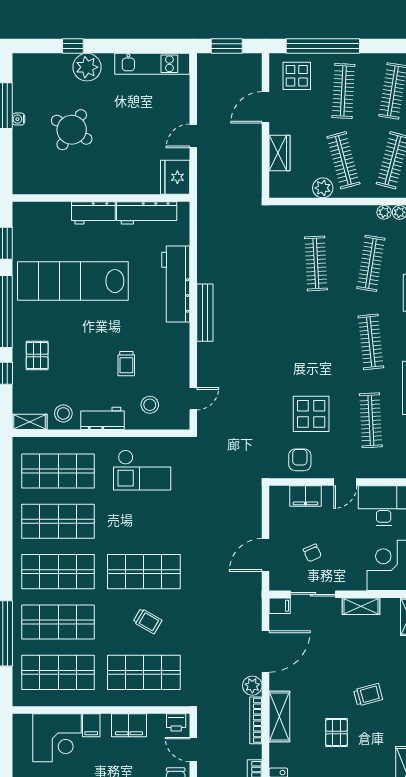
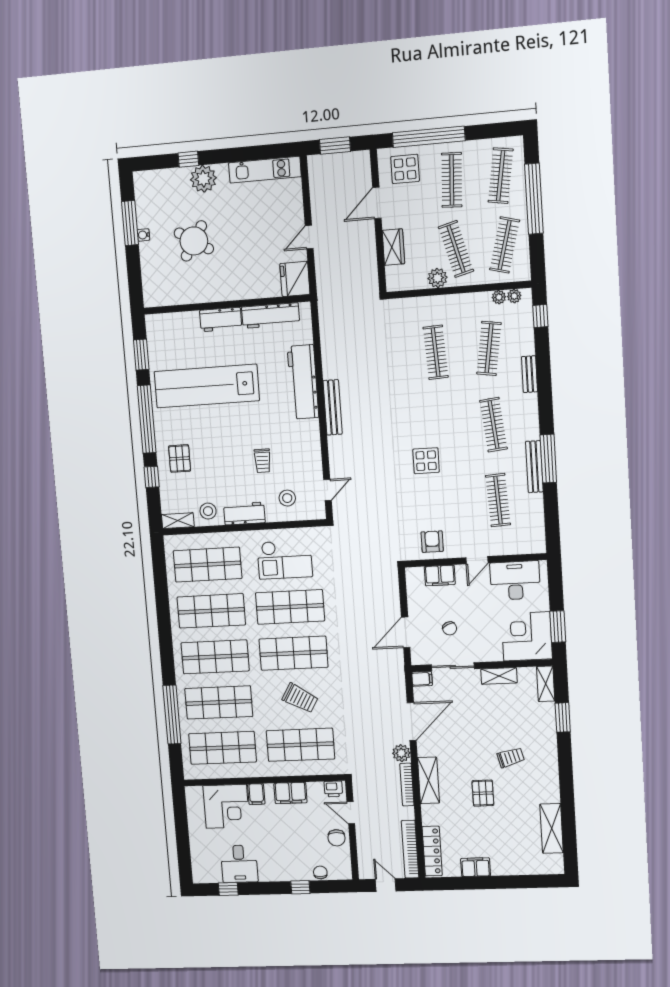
display table: (311, 414) -> (426, 461), moved, width x0.73, depth x0.73
shop shelf: (144, 521) -> (290, 607), added
trolley: (147, 621) -> (300, 698), width x1.36, depth x1.39

